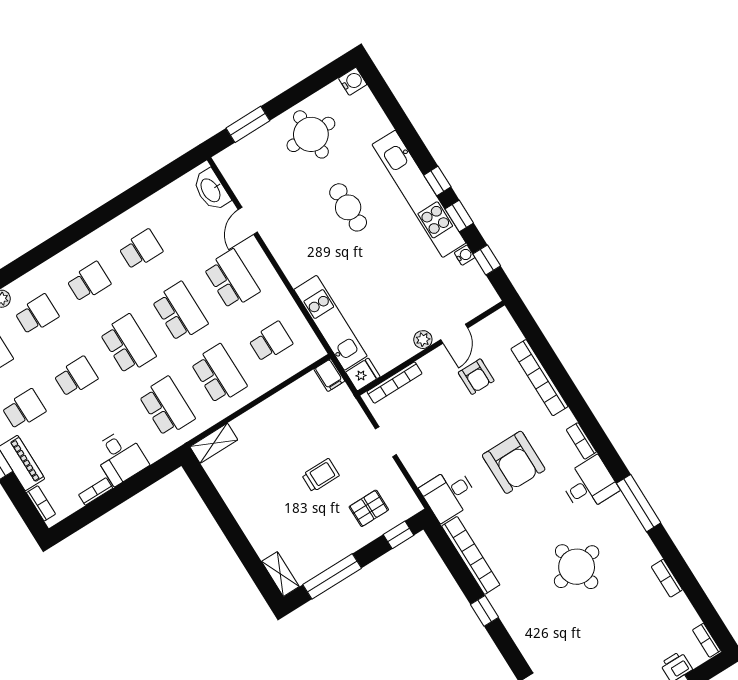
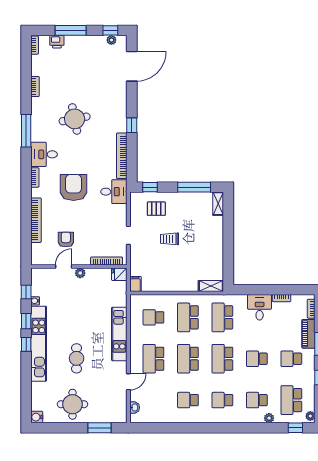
washbasin: (211, 190) -> (135, 407), width x0.52, depth x0.69
kitchen unit: (330, 323) -> (119, 334), moved

